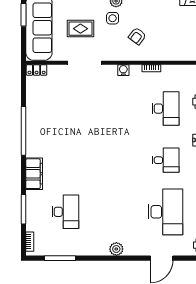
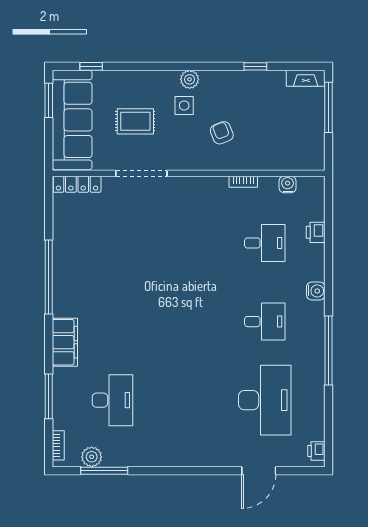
armchair: (137, 36) -> (222, 133), turned 121
locker: (37, 70) -> (77, 184), width x1.53
water cooler: (123, 70) -> (288, 184), moved
desk: (166, 109) -> (265, 243), width x0.73
plant: (116, 249) -> (92, 457), moved

